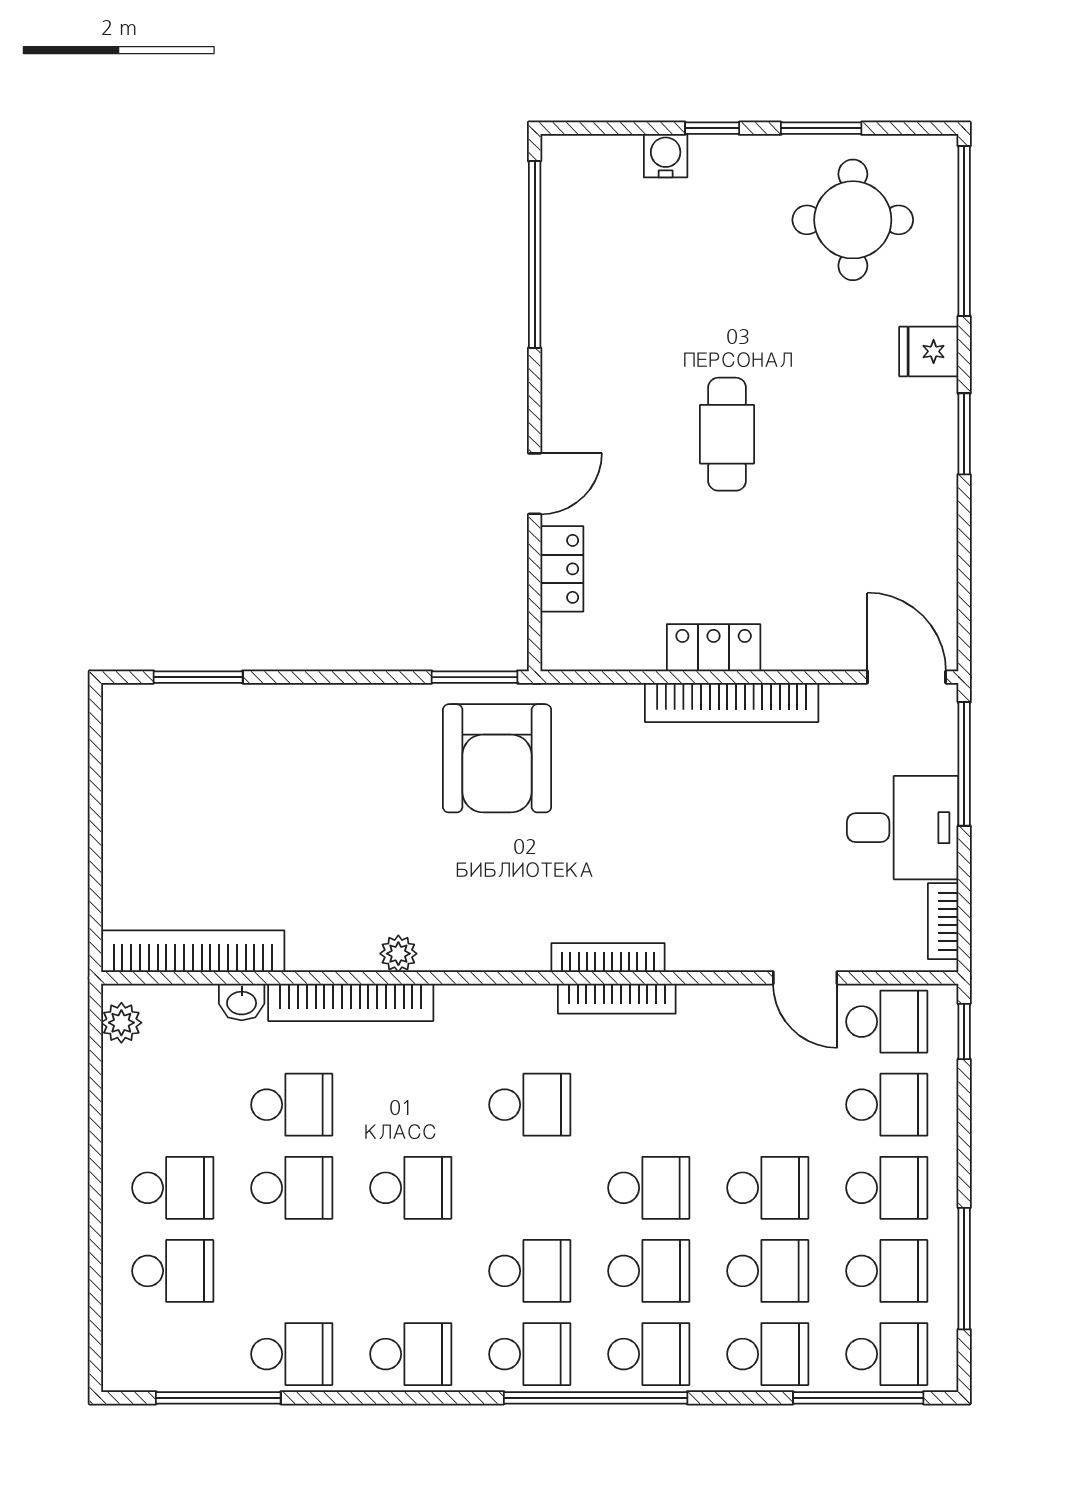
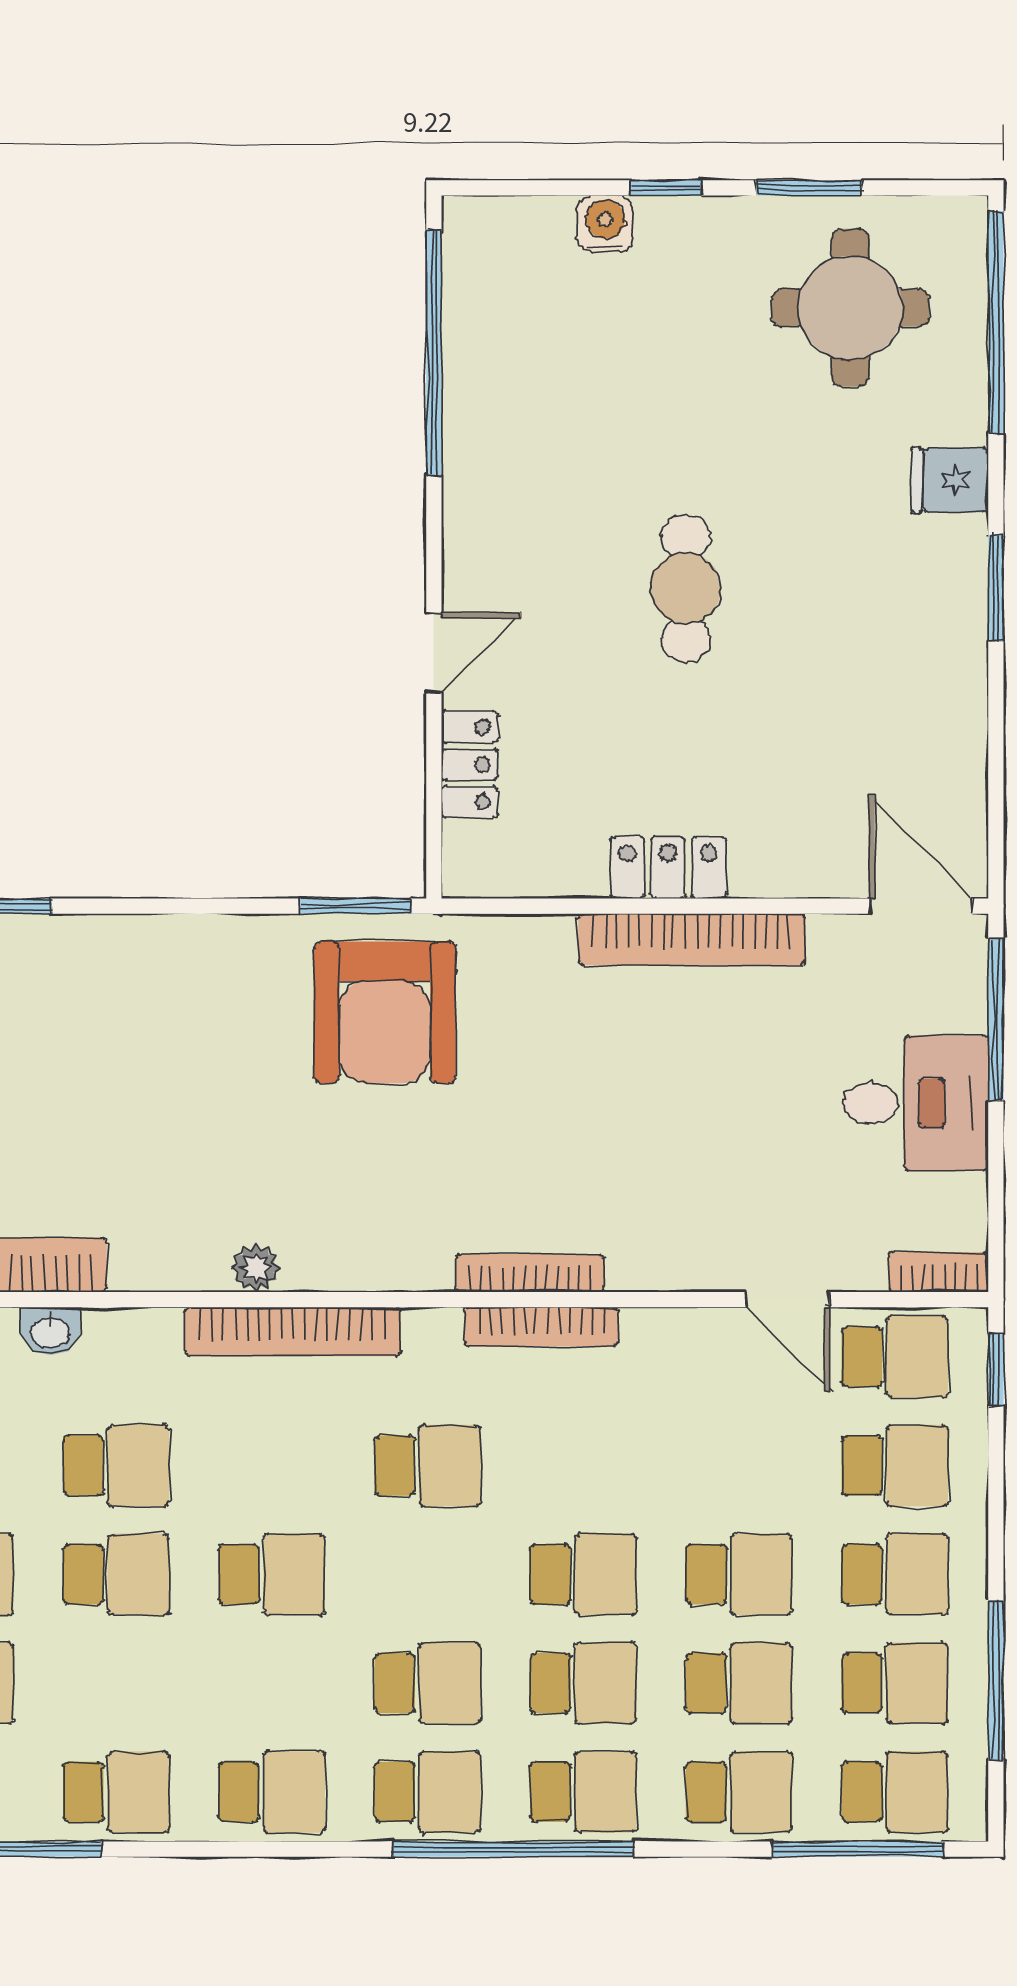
bookcase: (943, 921) -> (939, 1272), moved, turned 90
bookcase: (351, 1002) -> (293, 1332), moved

